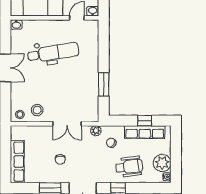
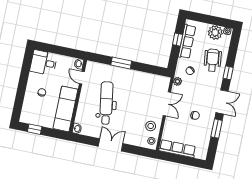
window: (104, 84) -> (121, 63), moved
row of seats: (17, 162) -> (177, 149), moved

